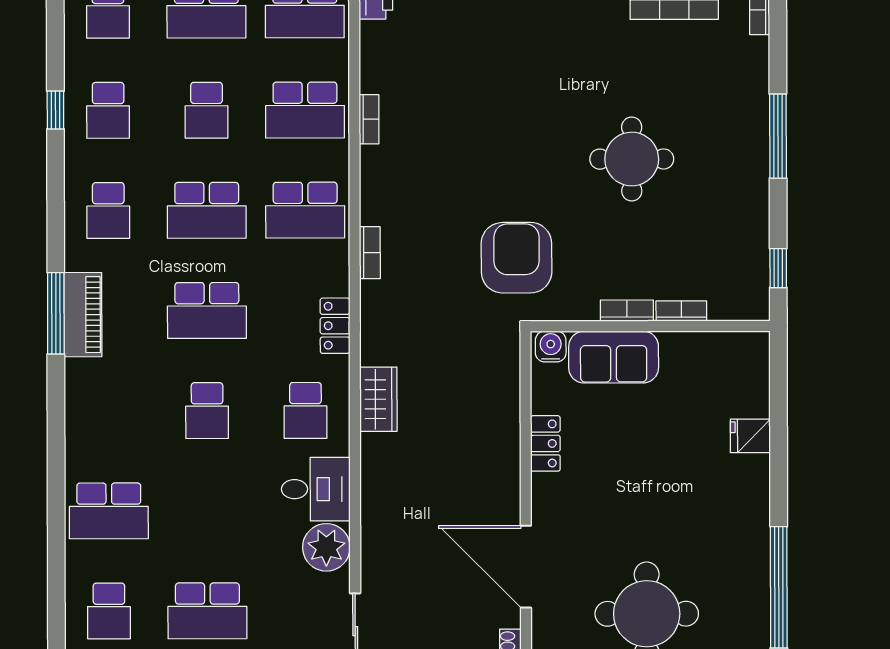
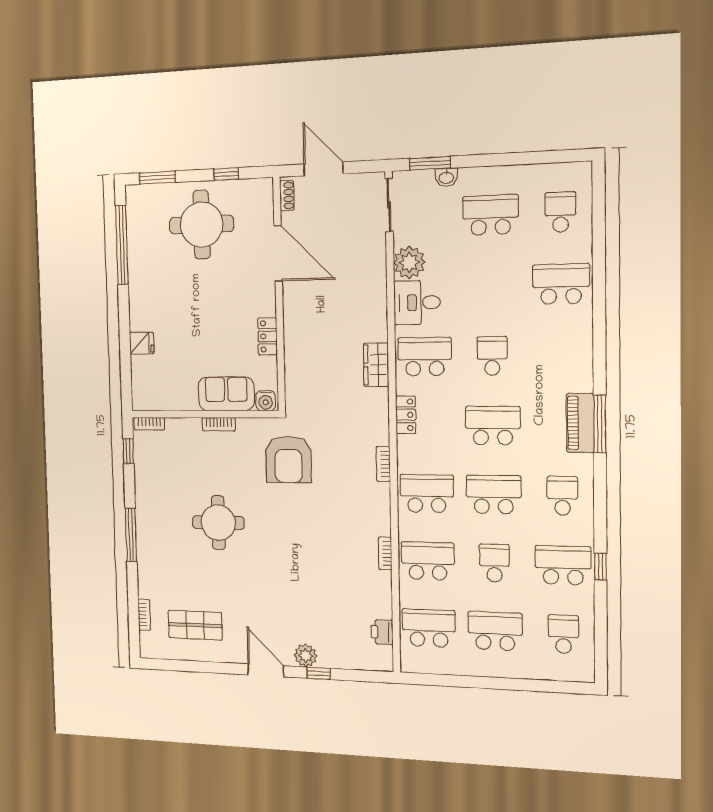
school desk: (108, 110) -> (563, 565), width x1.85
bookcase: (681, 311) -> (149, 424), moved
school desk: (305, 410) -> (425, 357), width x1.85

